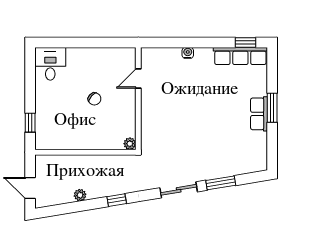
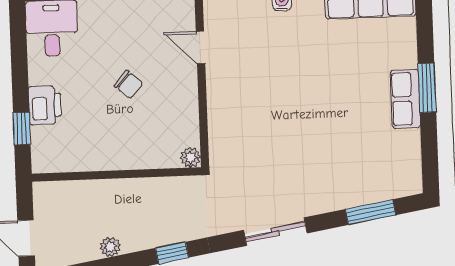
door: (138, 79) -> (201, 47), hinge flipped
printer: (44, 109) -> (45, 105), added
window: (221, 183) -> (371, 212), moved

